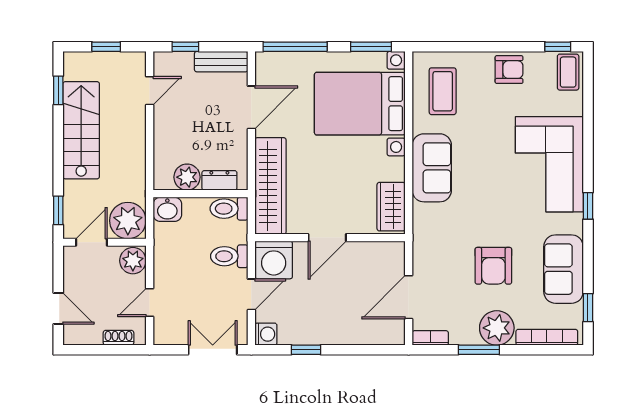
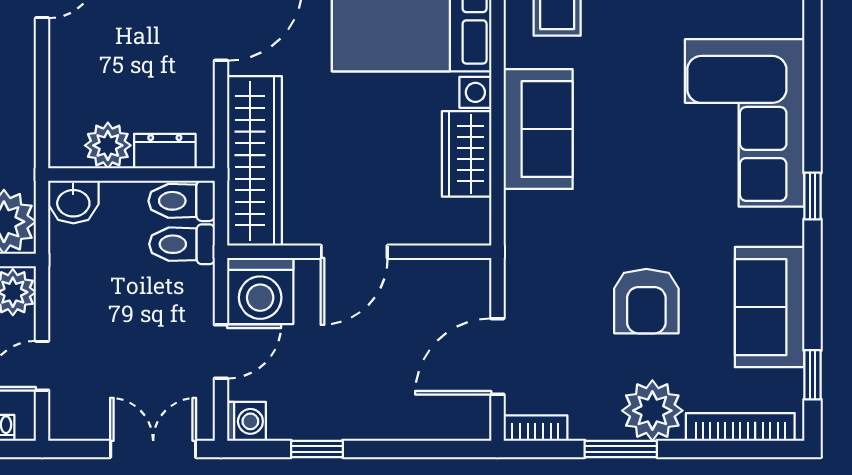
wardrobe: (391, 207) -> (467, 154), moved
toilet: (229, 256) -> (182, 244), moved

